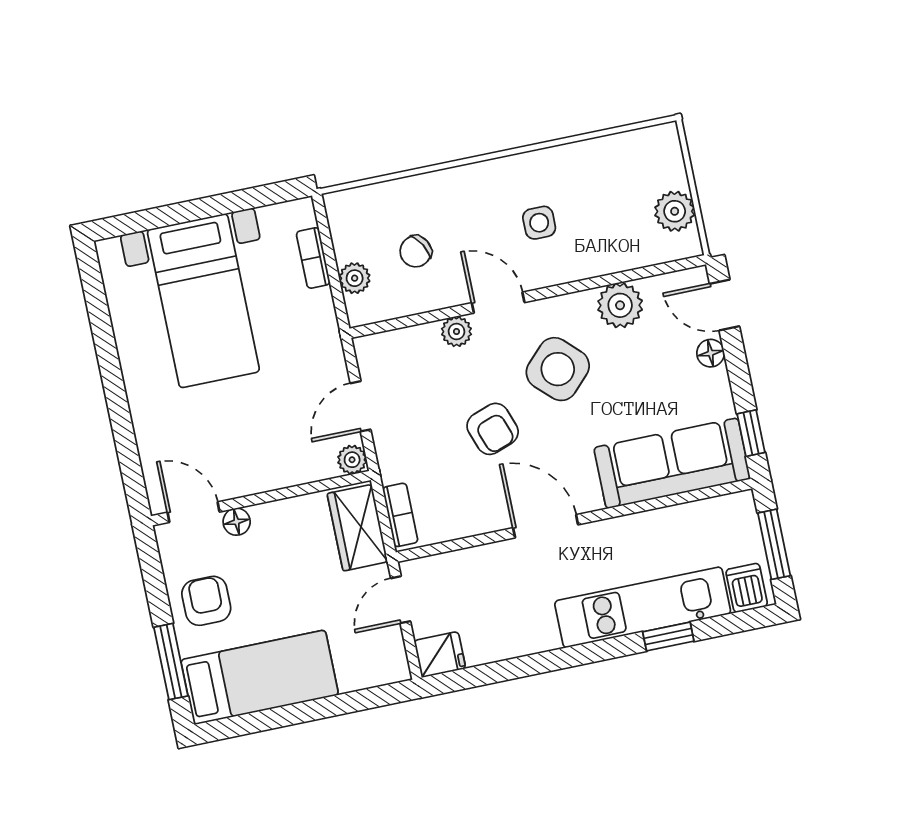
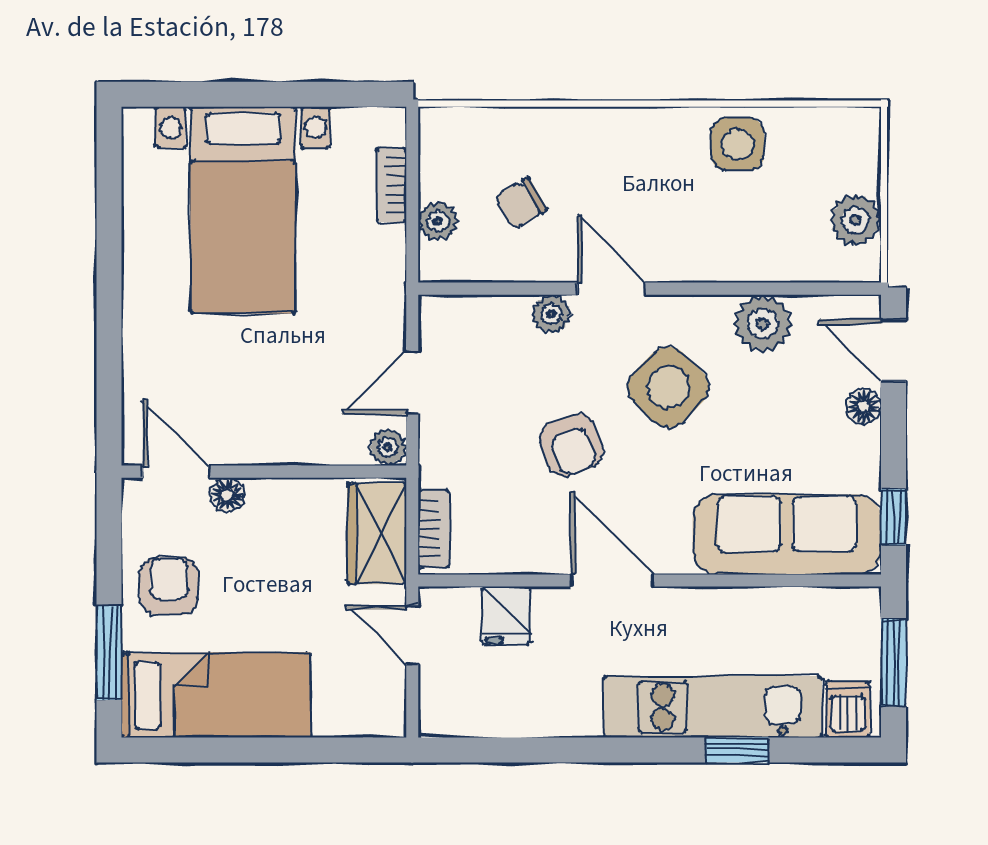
side table: (539, 223) -> (738, 144), moved, width x1.37, depth x1.37
door: (401, 600) -> (412, 635), hinge flipped
fridge: (440, 655) -> (506, 615), moved, turned 90

